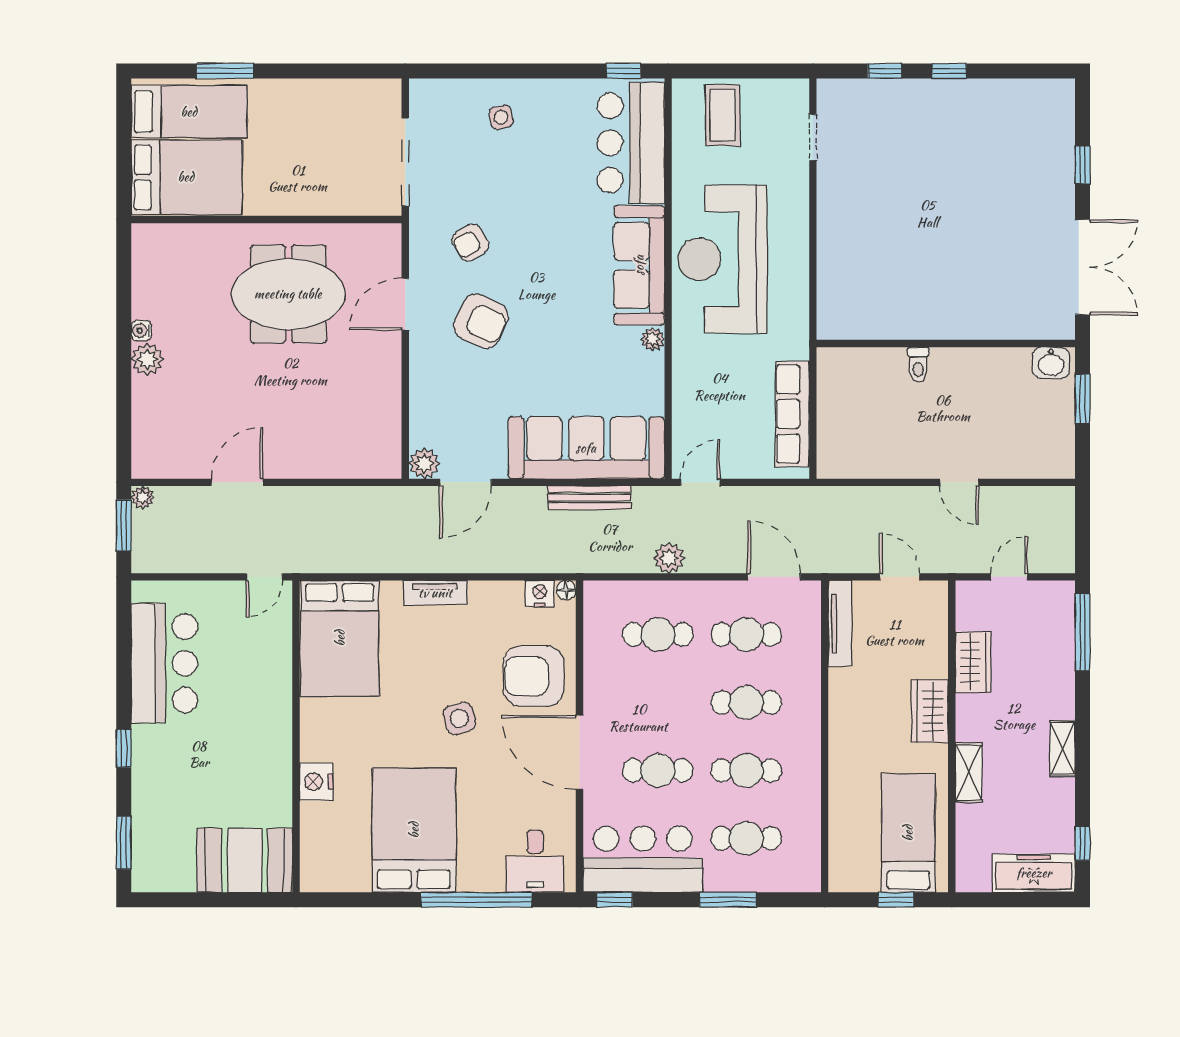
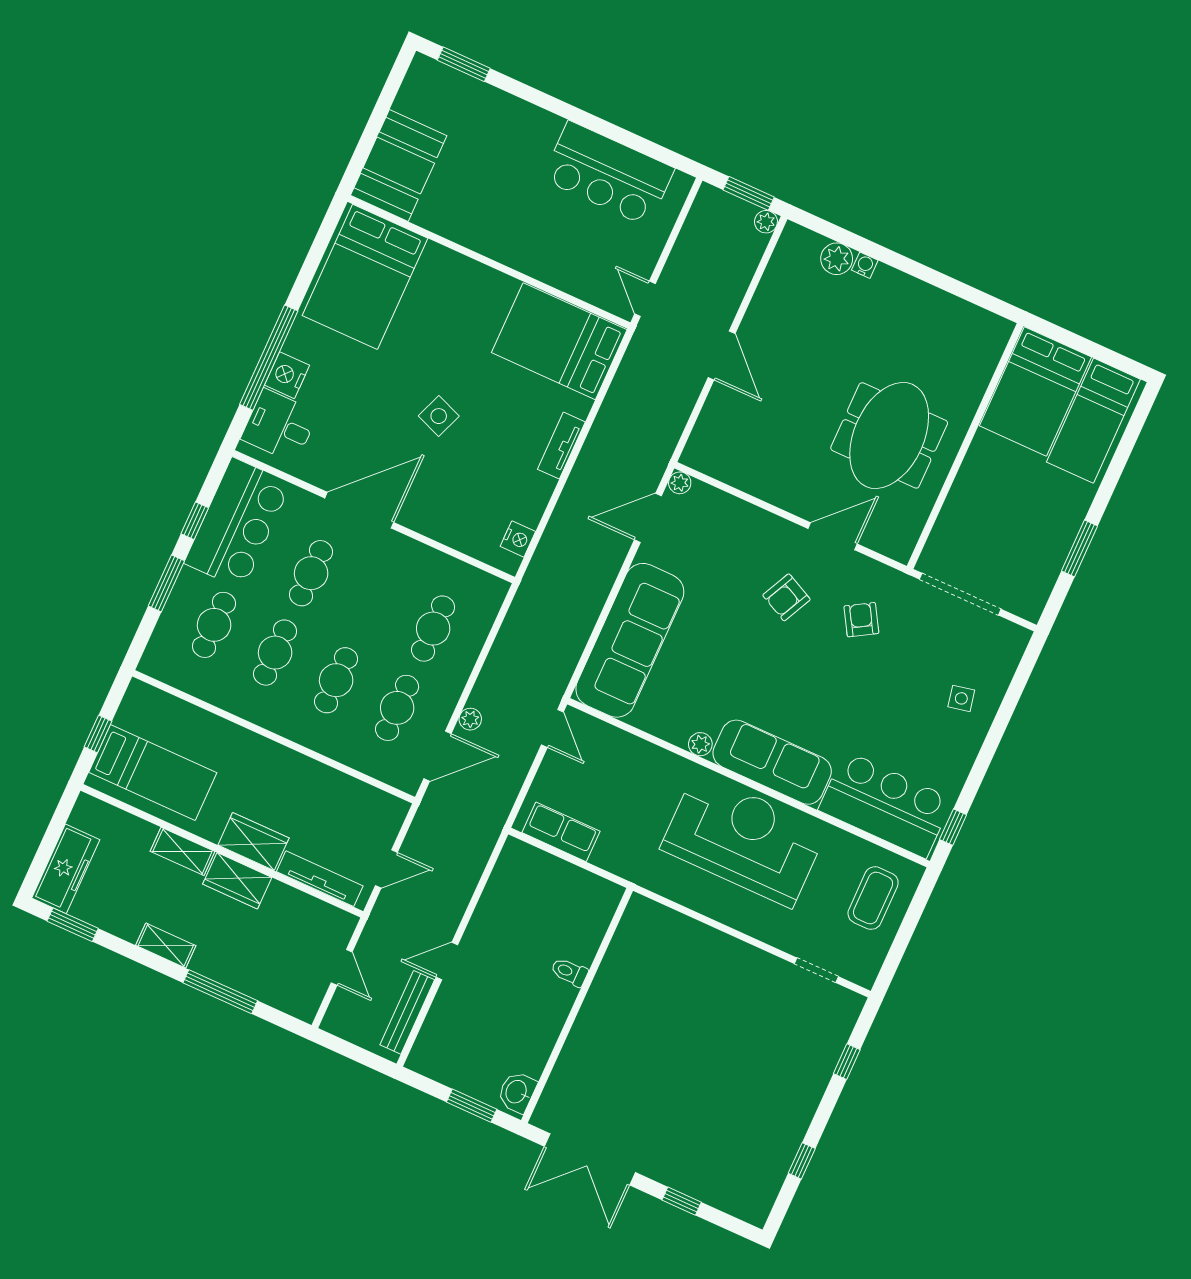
window: (225, 71) -> (1079, 548), moved
window: (949, 71) -> (802, 1161), moved
coffee table: (722, 115) -> (873, 898), turned 90
door: (405, 304) -> (833, 536), hinge flipped
armchair: (481, 321) -> (786, 597), width x0.72, depth x0.72
water cooler: (141, 331) -> (865, 265), moved
plant: (147, 359) -> (837, 259), moved
row of seats: (792, 414) -> (561, 832), width x0.68
plant: (424, 463) -> (680, 483), width x0.73, depth x0.73
door: (237, 482) -> (722, 355), moved
door: (466, 482) -> (648, 518), hinge flipped
bench: (590, 498) -> (407, 1012), moved
plant: (669, 558) -> (470, 719), moved, width x0.73, depth x0.73
floor lamp: (566, 590) -> (510, 564), removed
tv unit: (840, 623) -> (320, 879), moved, turned 180
window: (1083, 632) -> (220, 992), moved
wardrobe: (973, 662) -> (237, 881), moved
armchair: (534, 676) -> (446, 500), removed
side table: (459, 718) -> (439, 416), turned 38
window: (124, 748) -> (548, 103), removed
nightstand: (316, 782) -> (287, 375), moved, turned -90
bed: (414, 830) -> (365, 277), moved, turned 90
window: (1083, 843) -> (73, 925), width x1.50
window: (615, 900) -> (195, 521), moved

